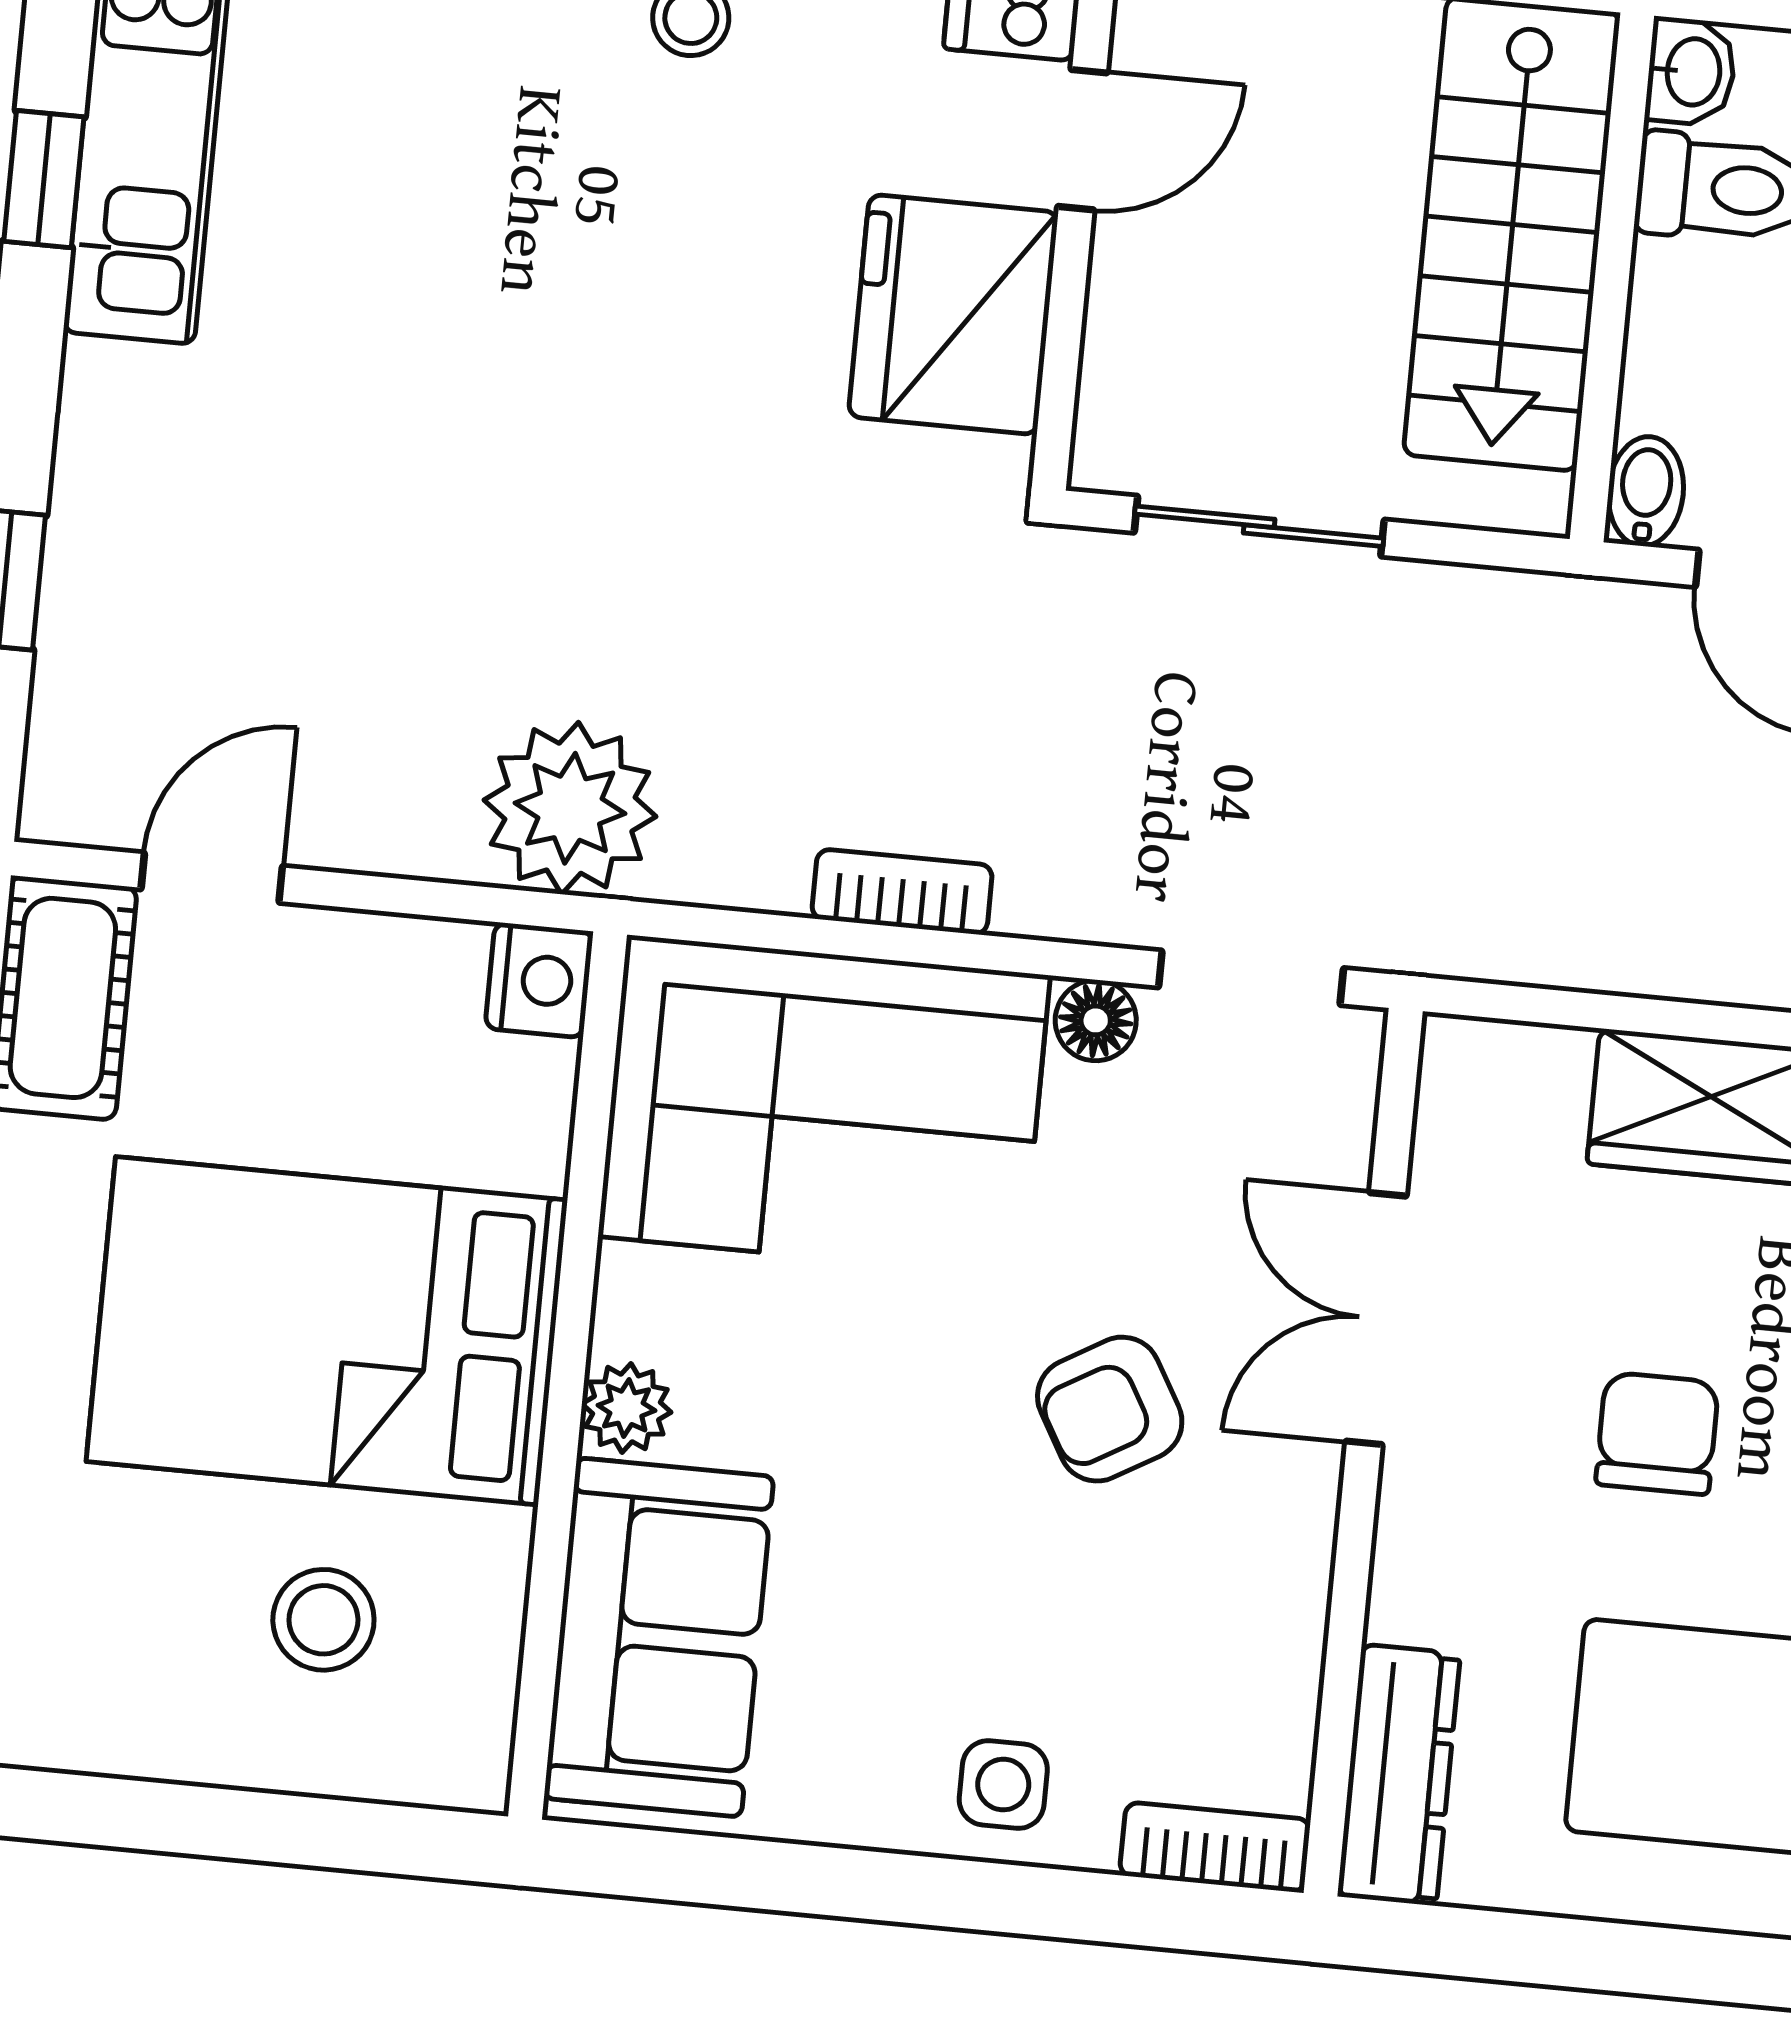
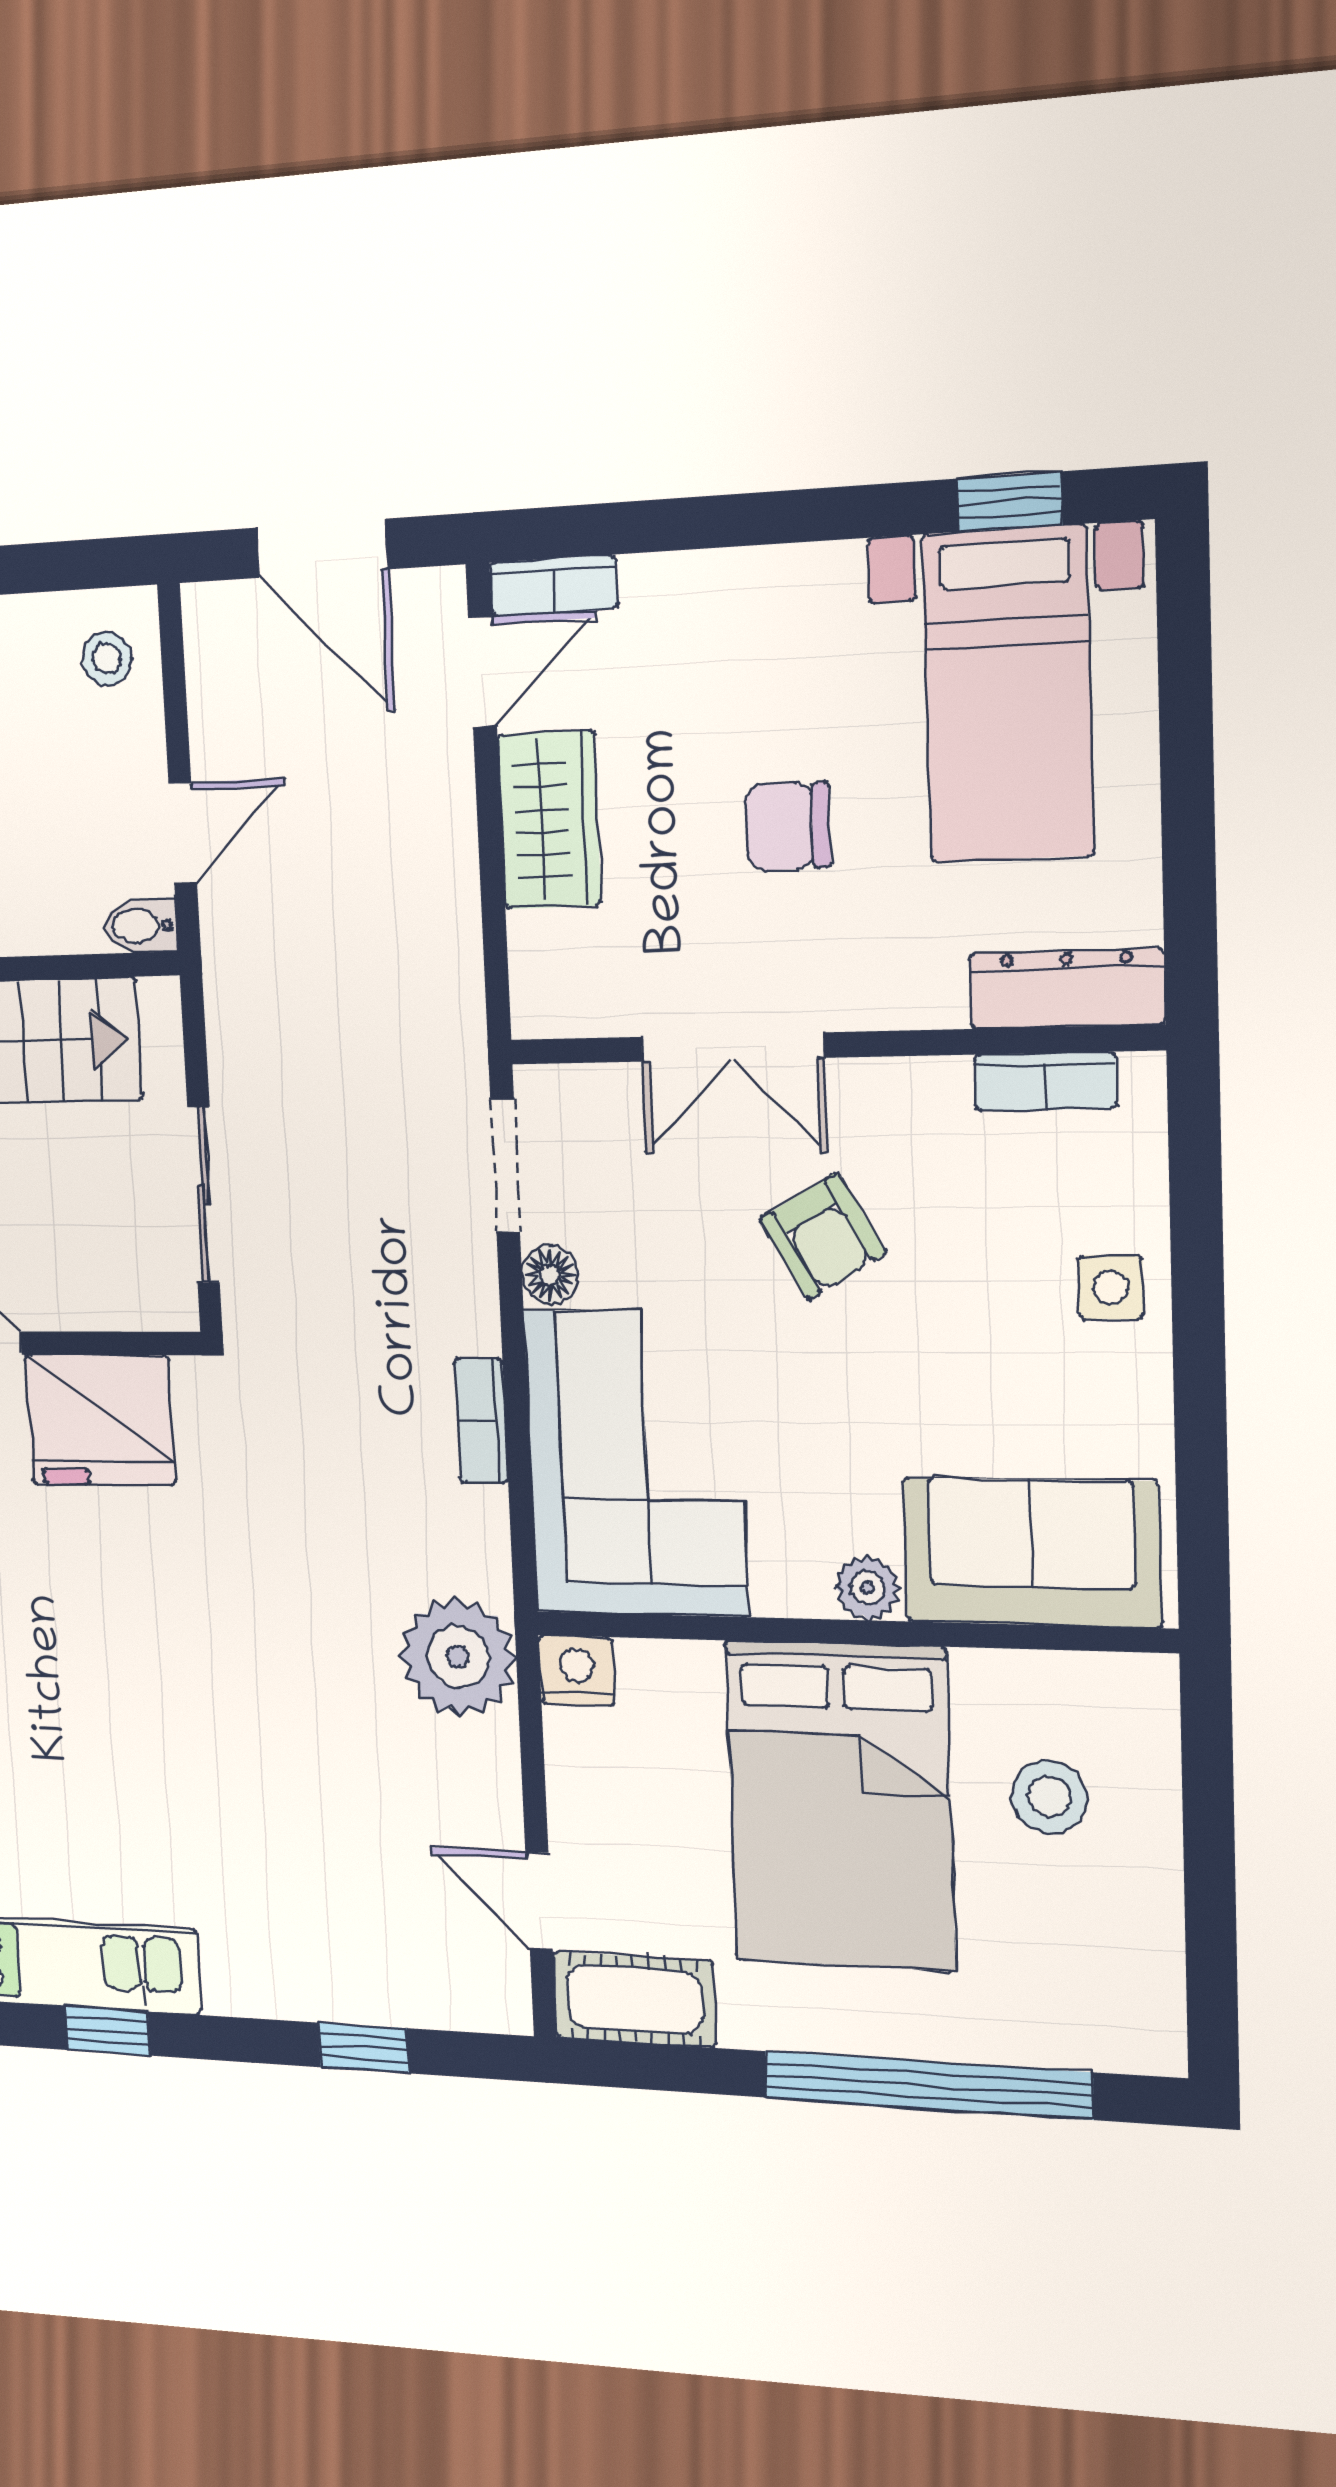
bookcase: (1215, 1847) -> (1045, 1081), moved, turned -90

